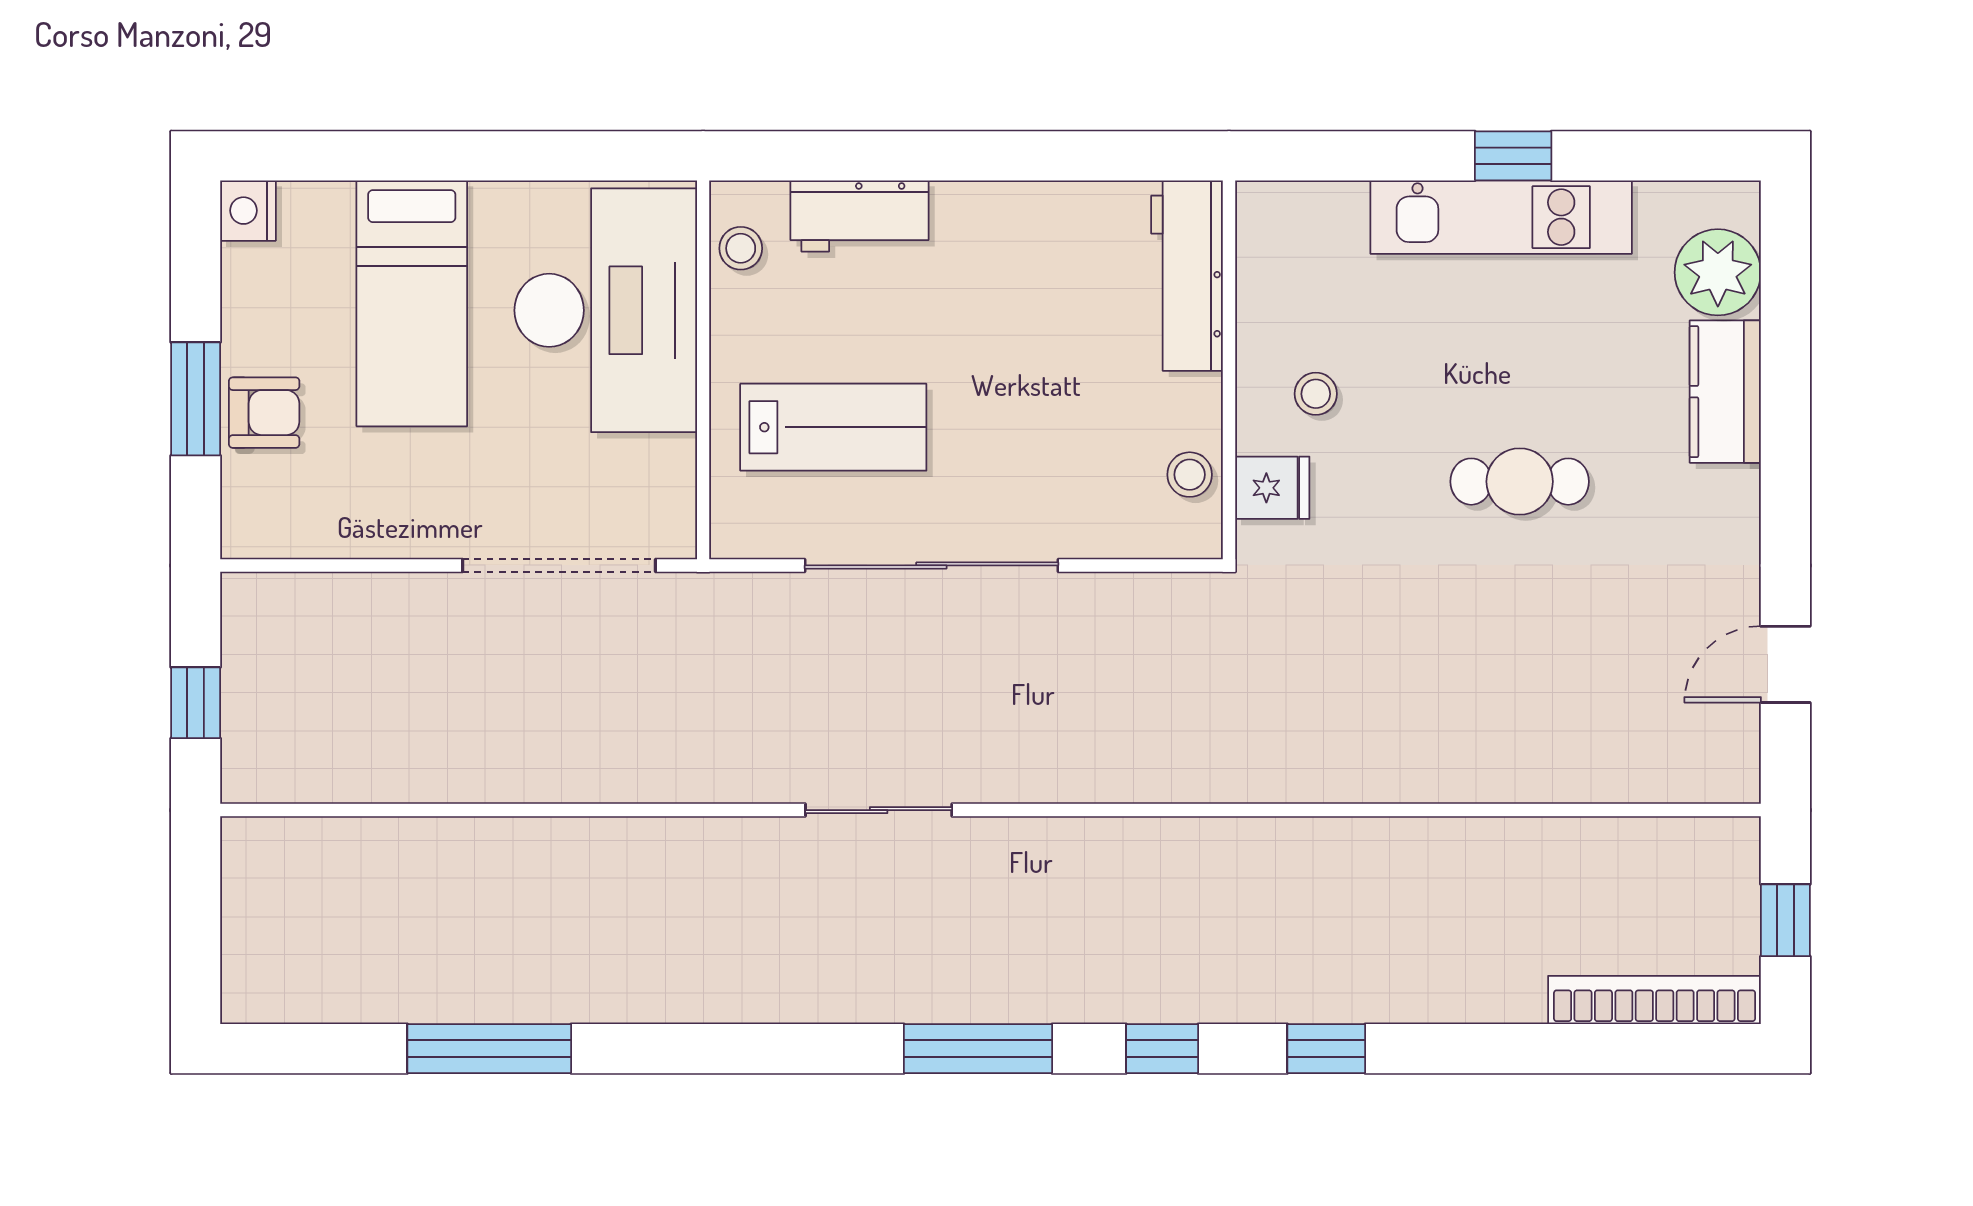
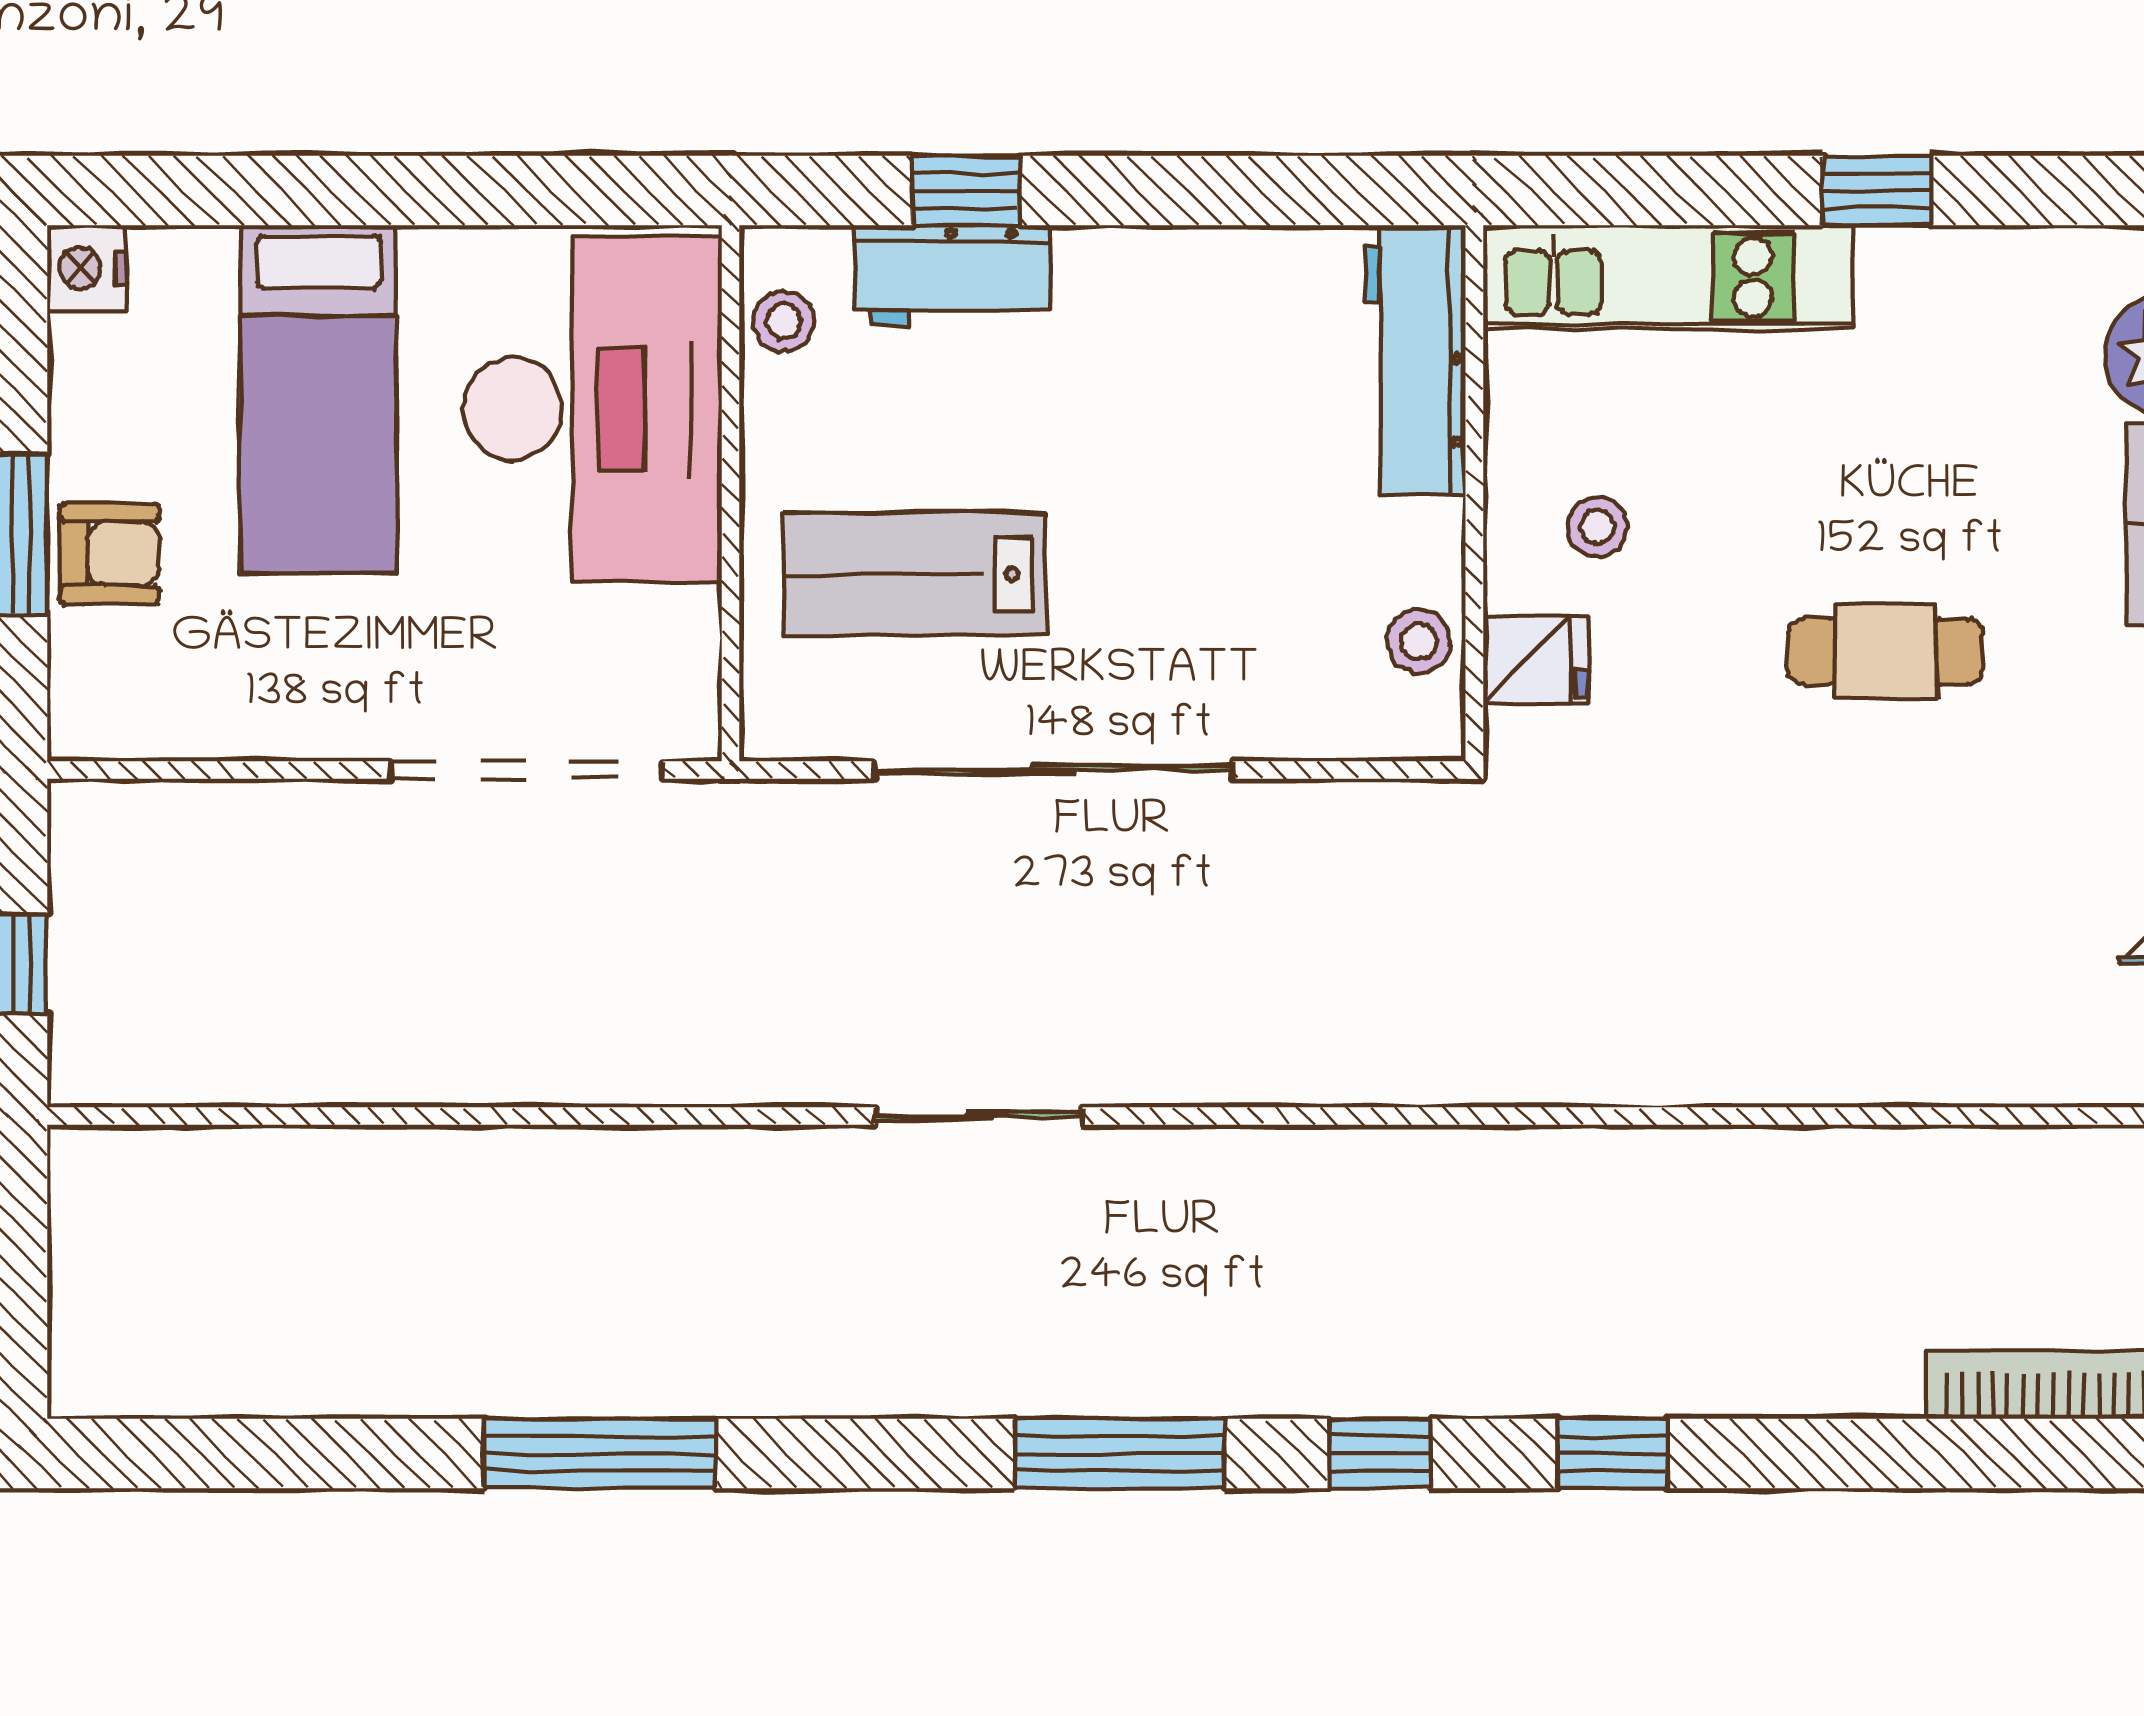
window: (869, 156) -> (966, 191), added
kitchen unit: (1501, 217) -> (1668, 277), moved
lab bench: (833, 427) -> (915, 574), turned 180
window: (489, 1049) -> (600, 1453), moved

